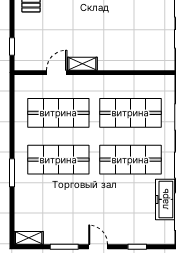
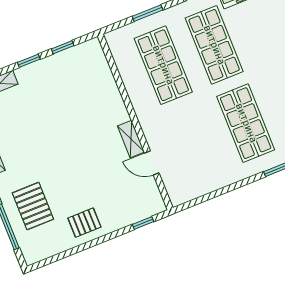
shop shelf: (58, 113) -> (195, 144), removed

